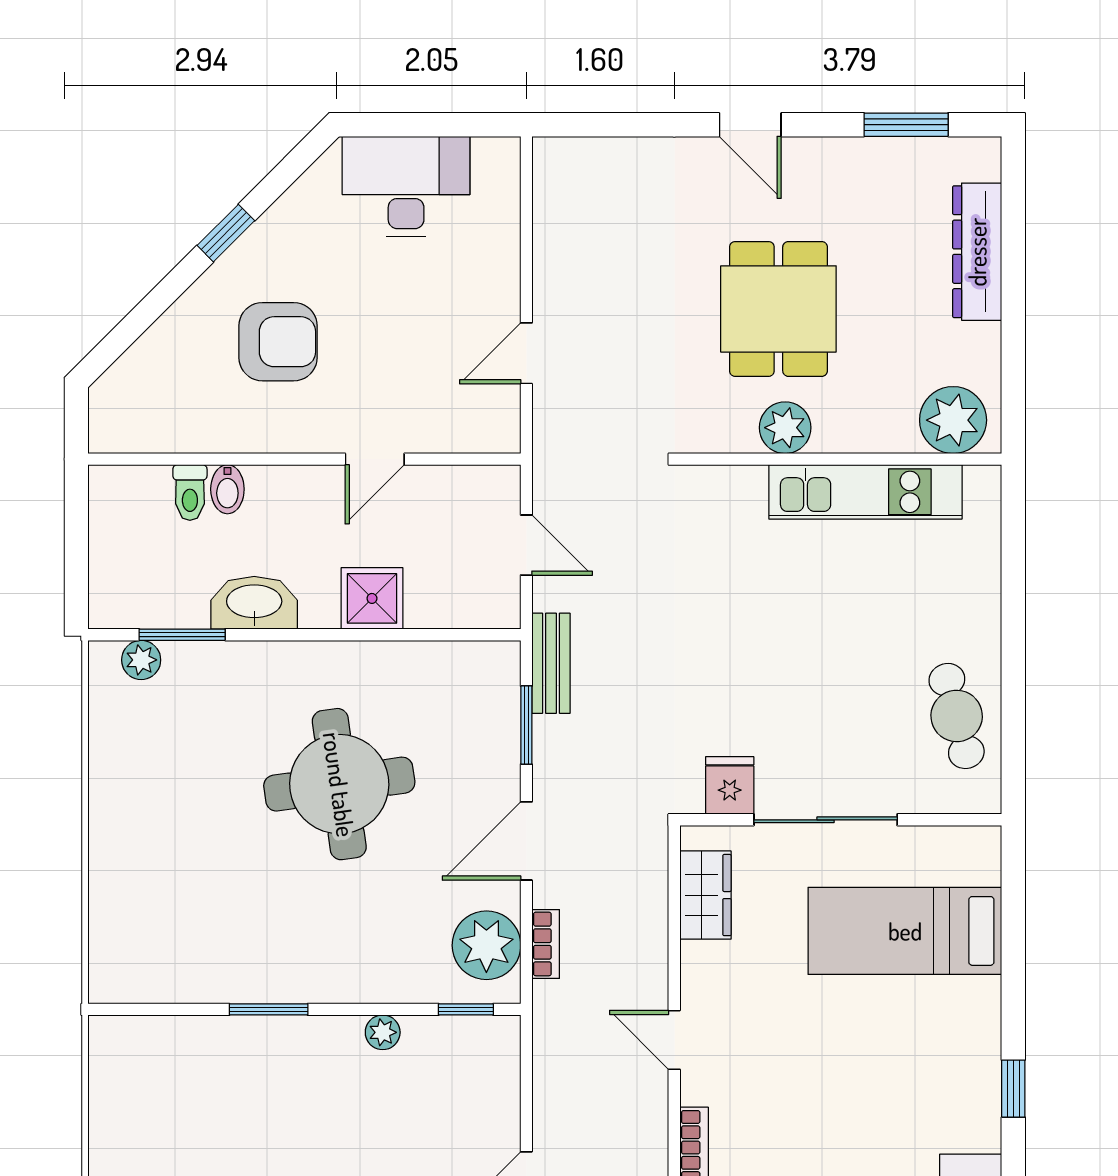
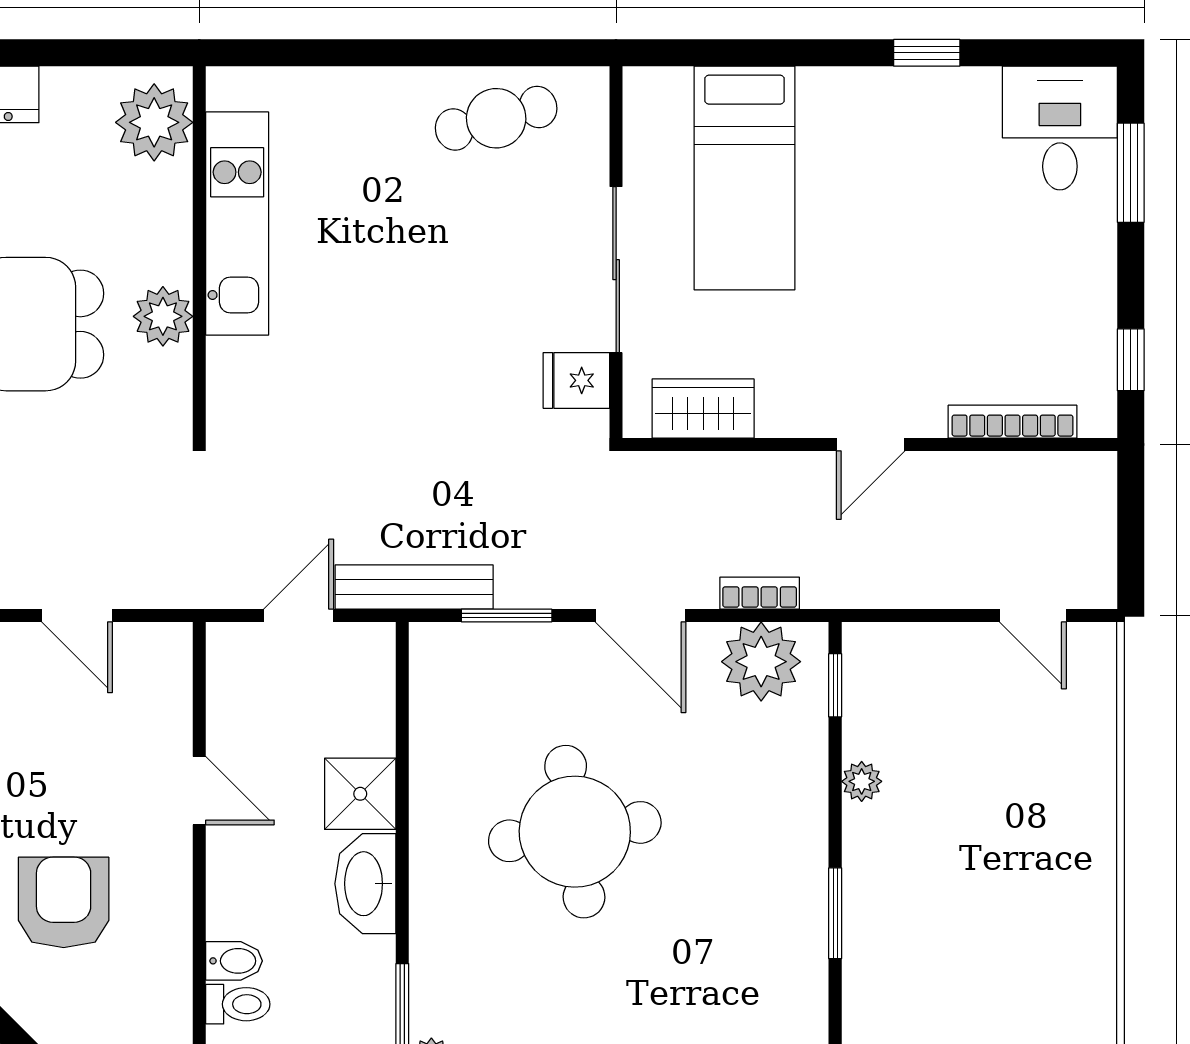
washbasin: (254, 603) -> (365, 884), moved
bench: (551, 663) -> (414, 587), width x1.36

